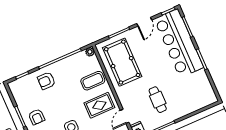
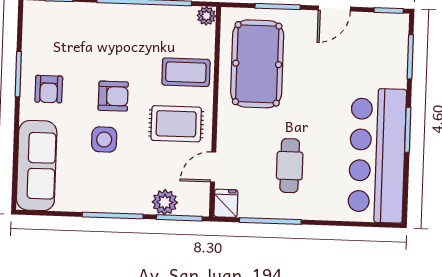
bar counter: (179, 43) -> (377, 155), moved
armchair: (46, 81) -> (113, 96), moved, turned 180

